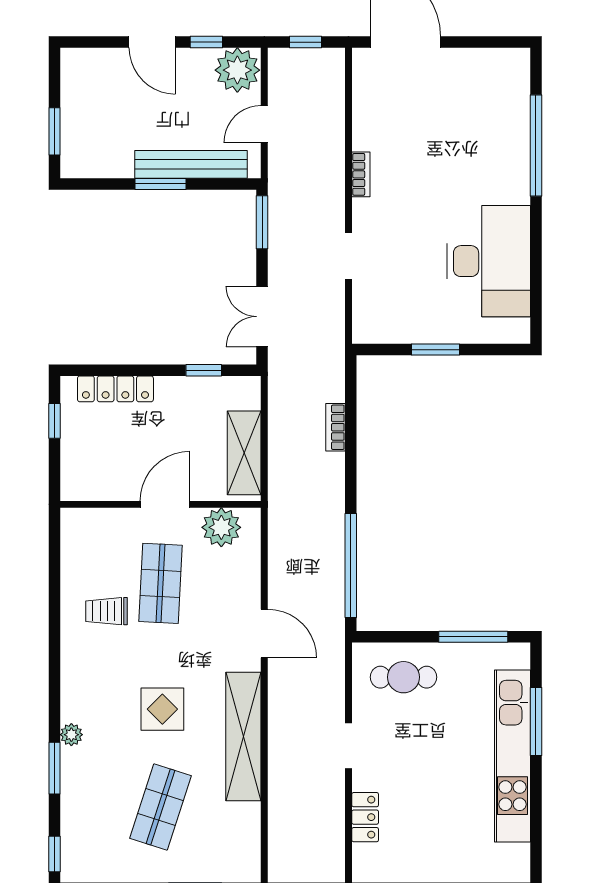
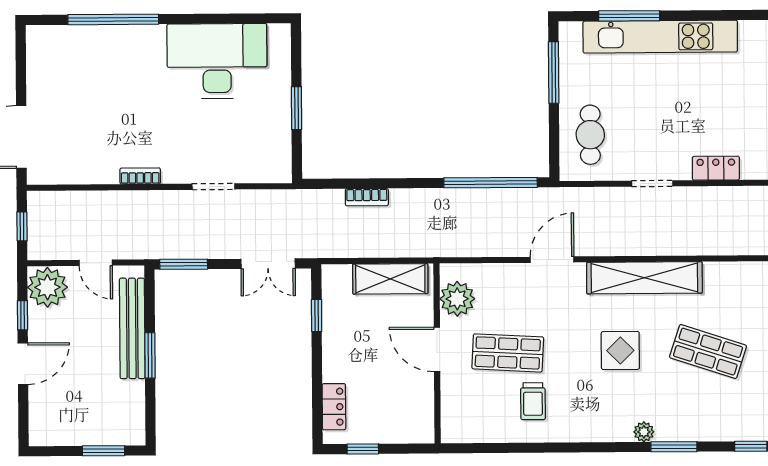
locker: (115, 389) -> (334, 407), width x0.66

